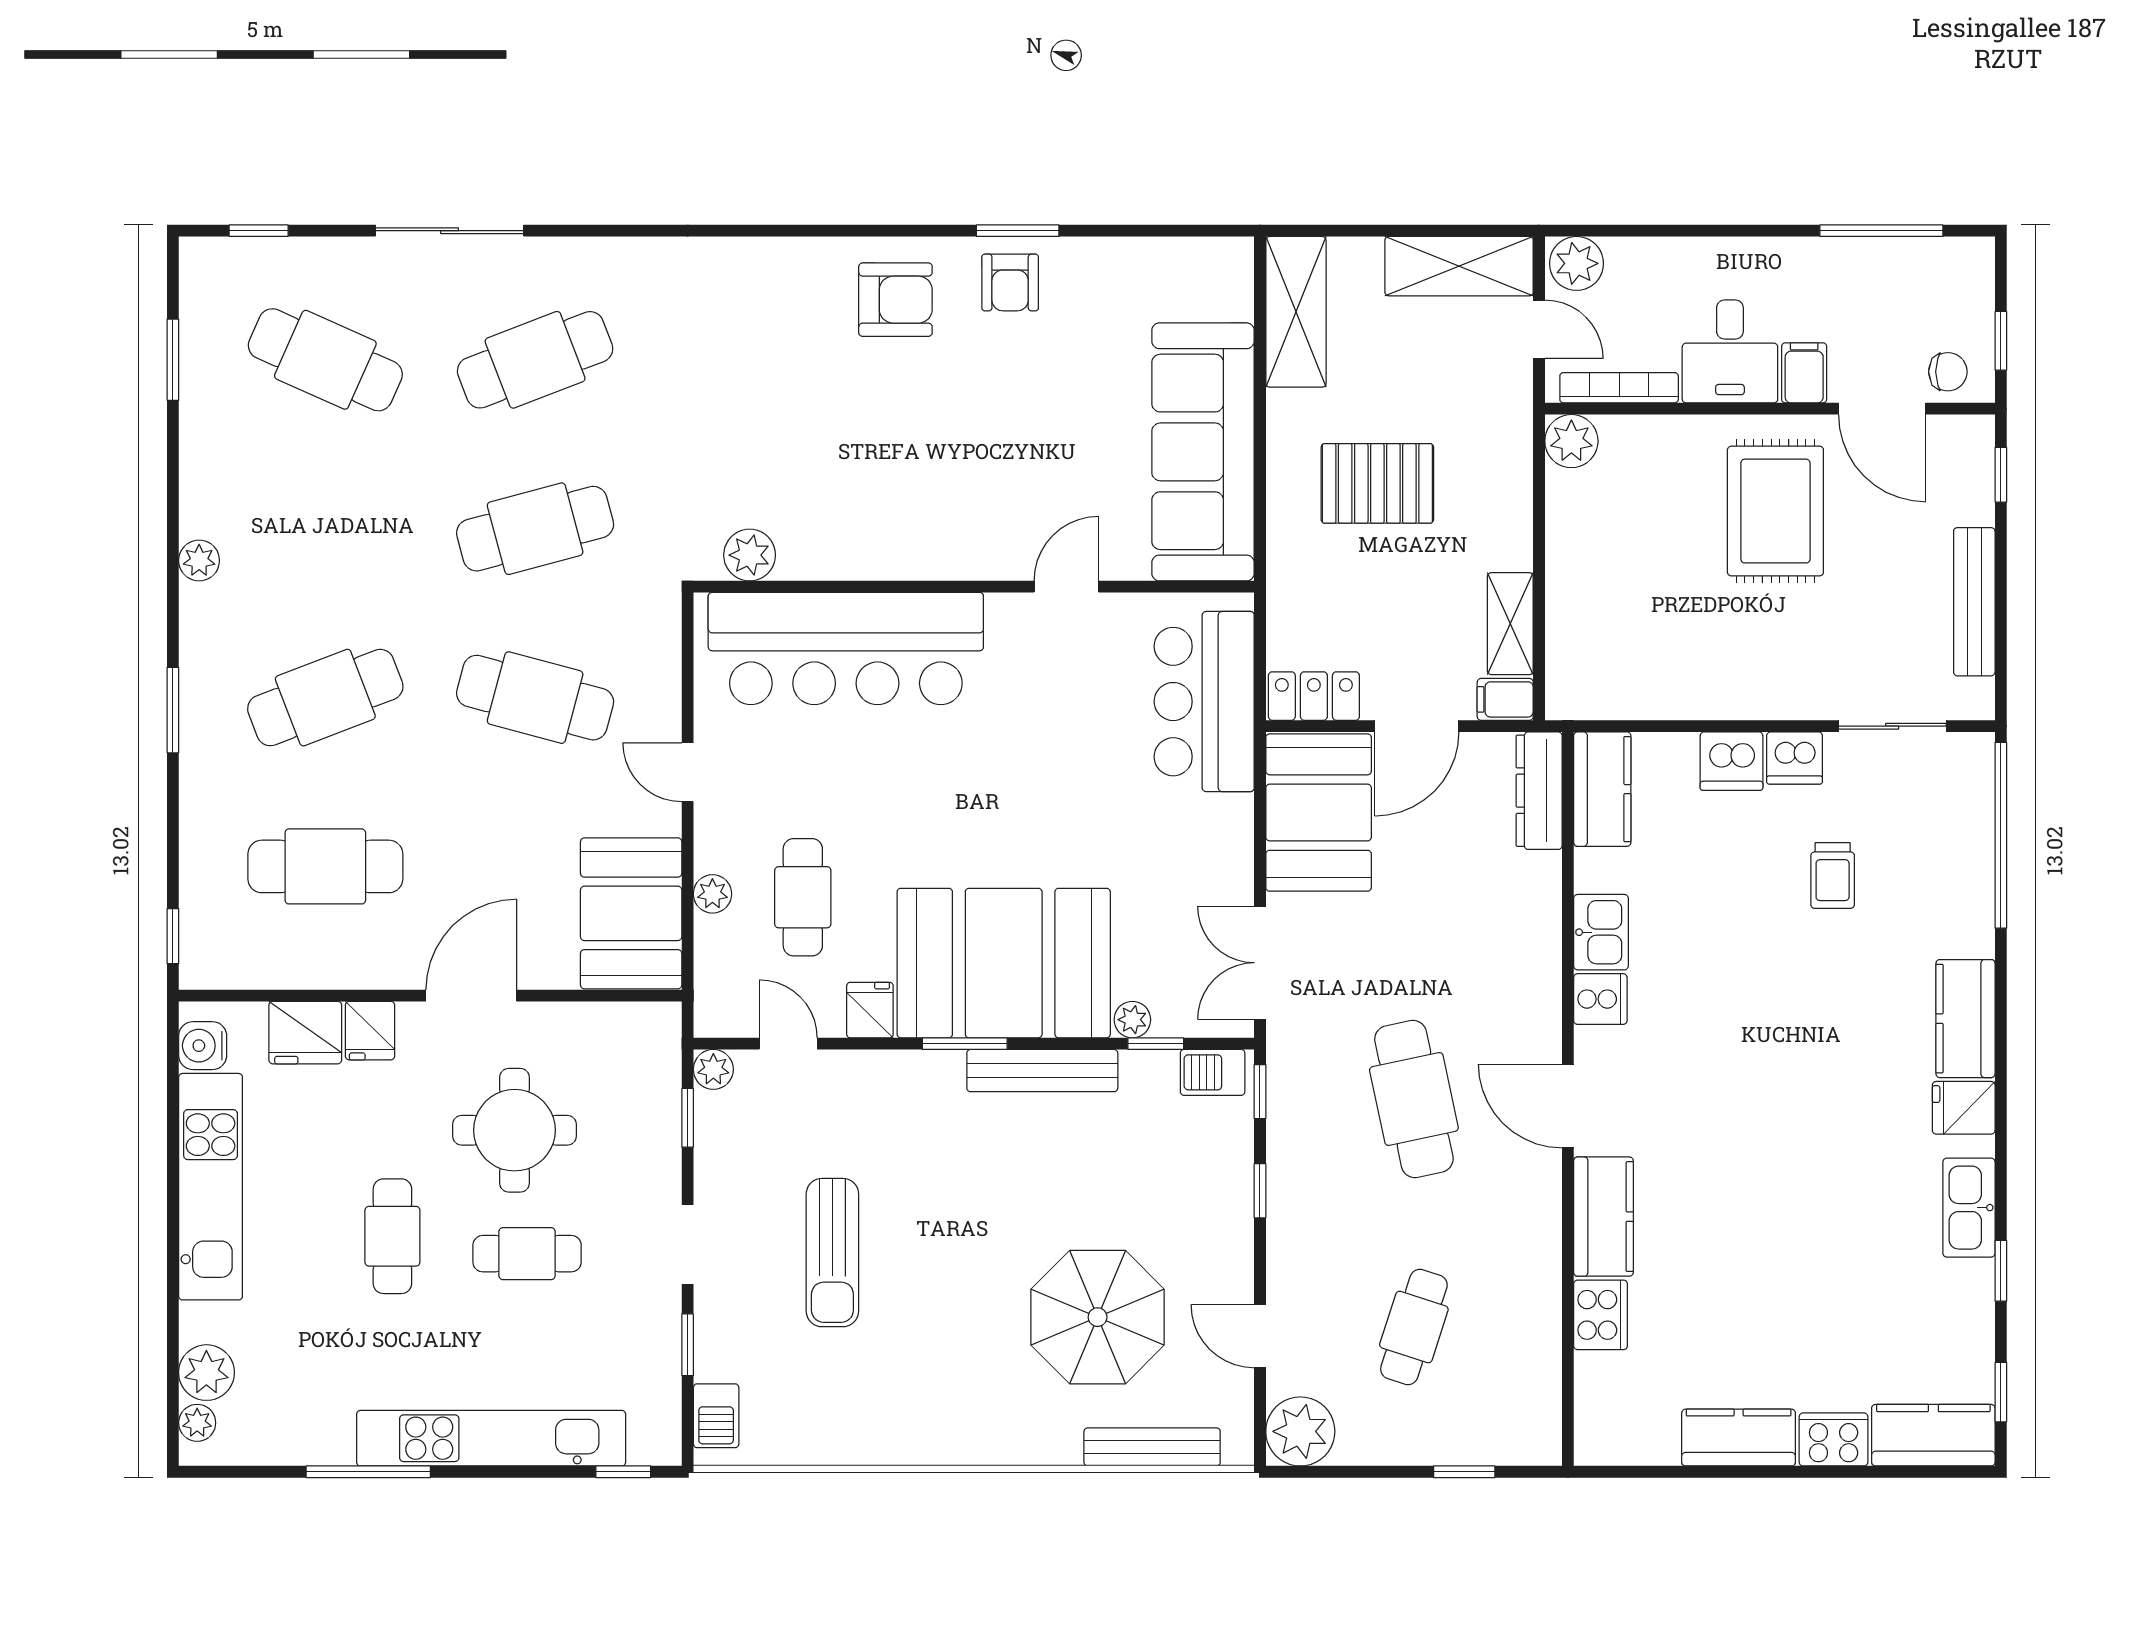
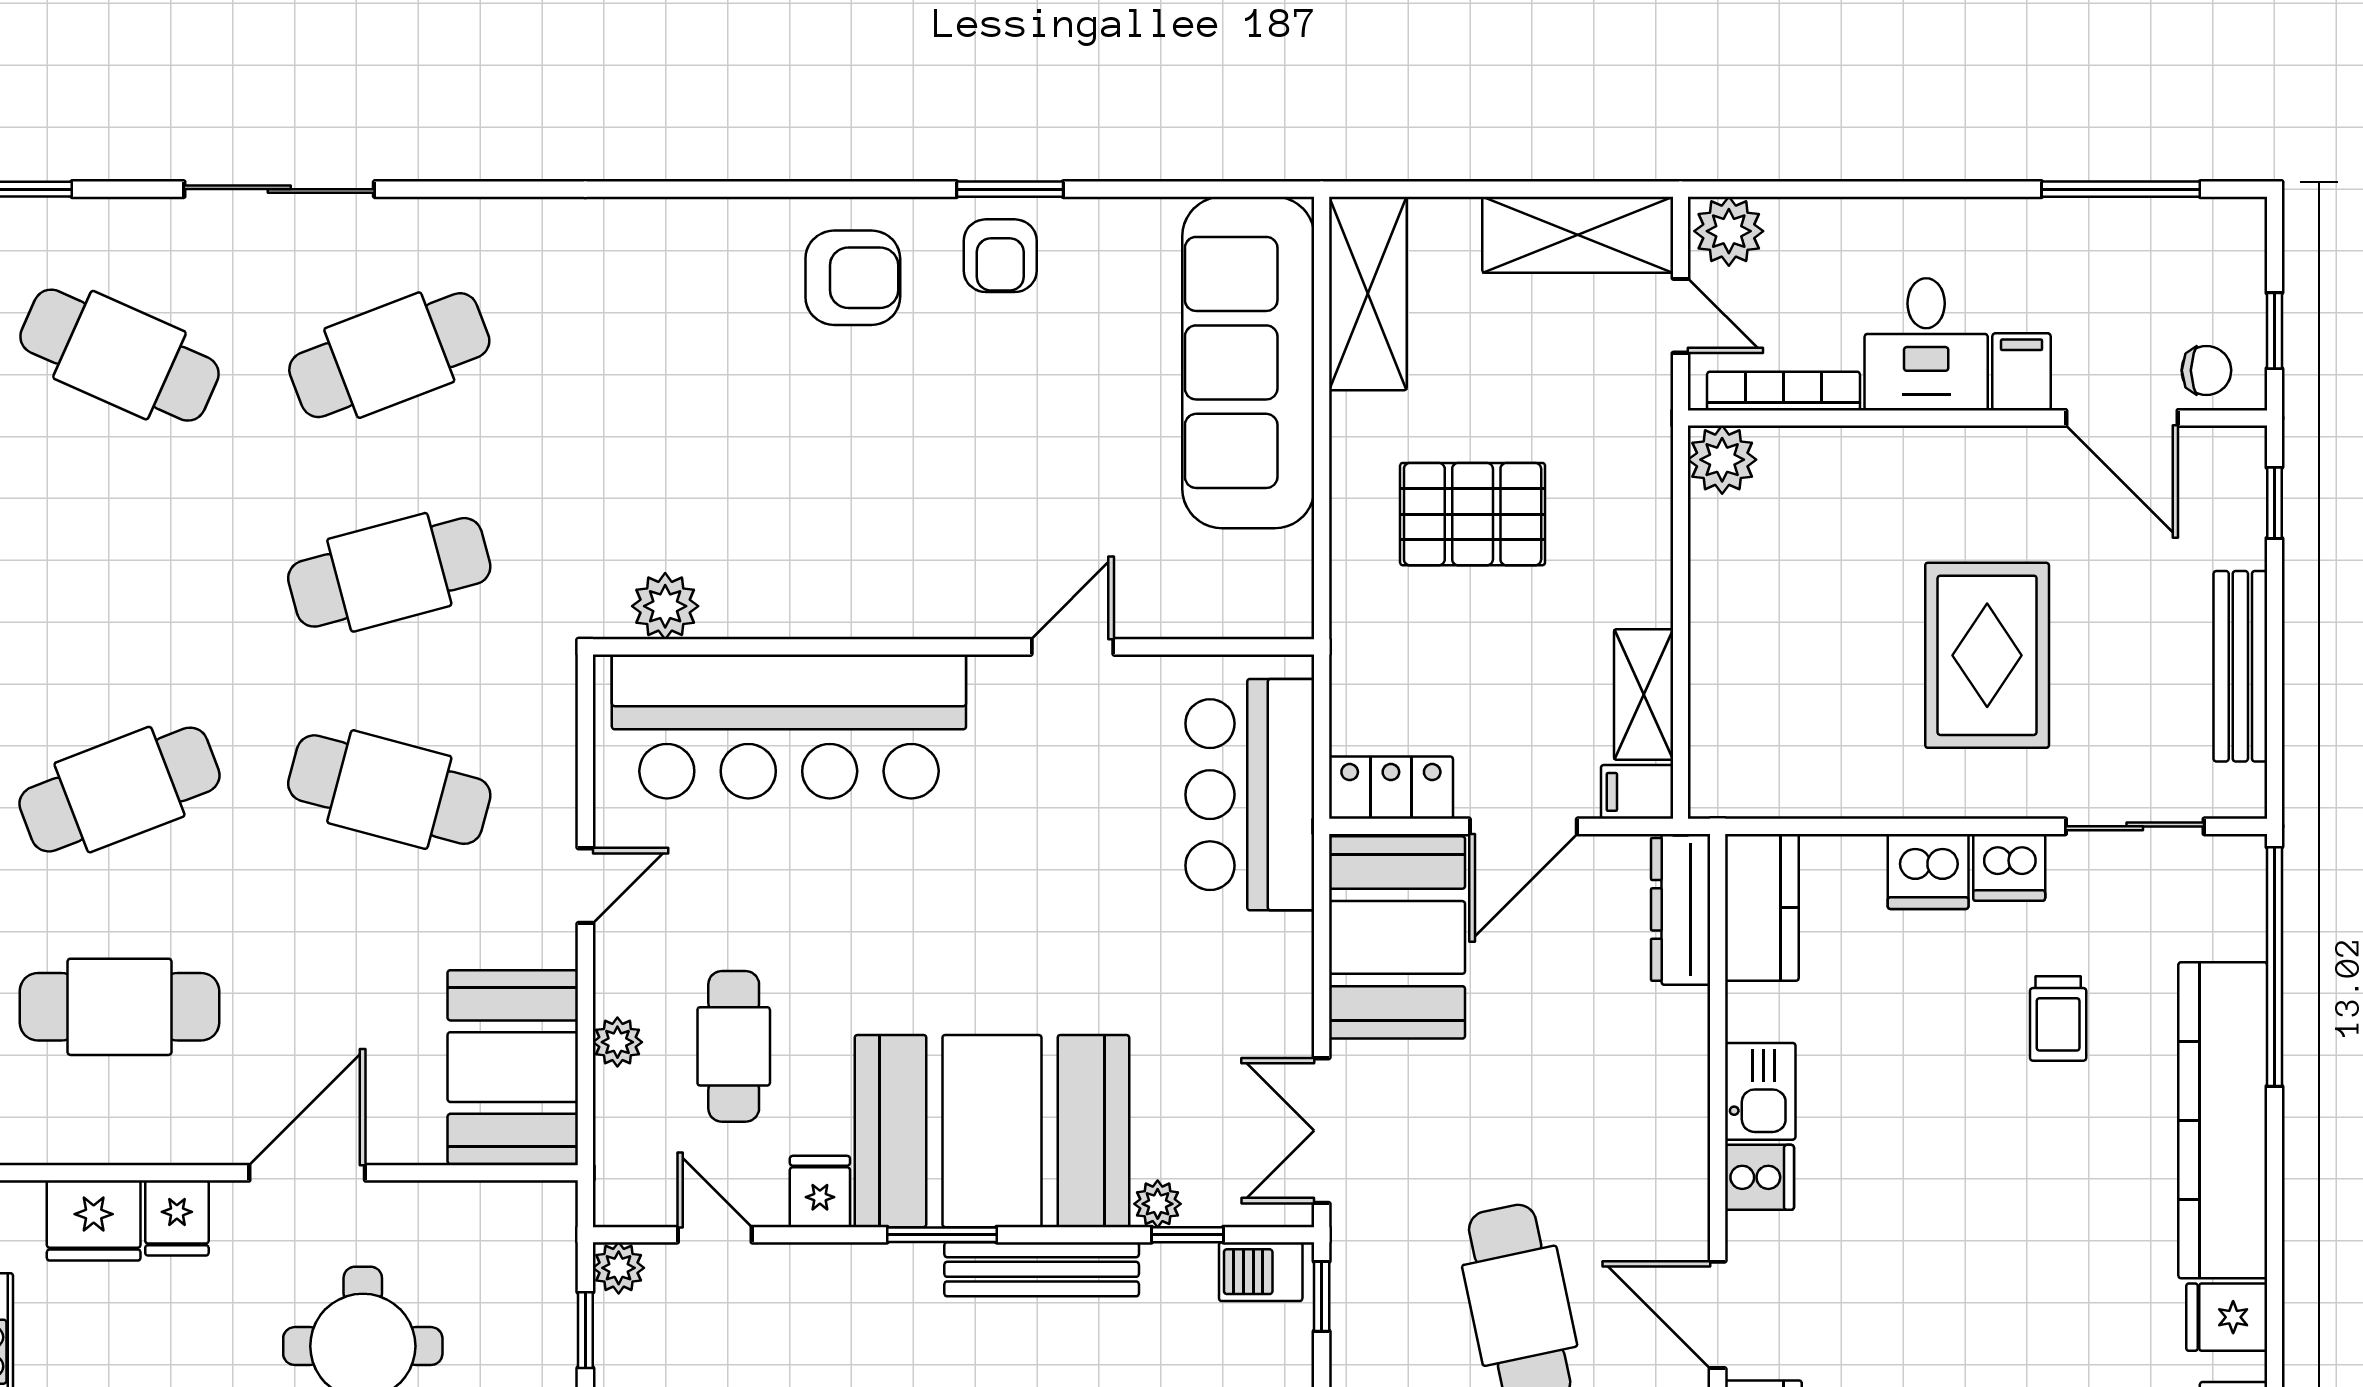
sofa: (1203, 452) -> (1248, 362), moved
rug: (1775, 511) -> (1987, 655), moved
door: (688, 772) -> (585, 886), swing flipped
kitchen counter: (1965, 1019) -> (2223, 1120), width x2.08, depth x1.17

